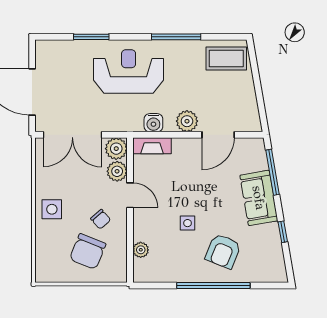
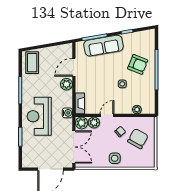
water cooler: (153, 123) -> (67, 113), moved
door: (218, 135) -> (74, 67), swing flipped
sofa: (259, 198) -> (104, 46), width x1.36
chair: (88, 252) -> (138, 139), turned -83

